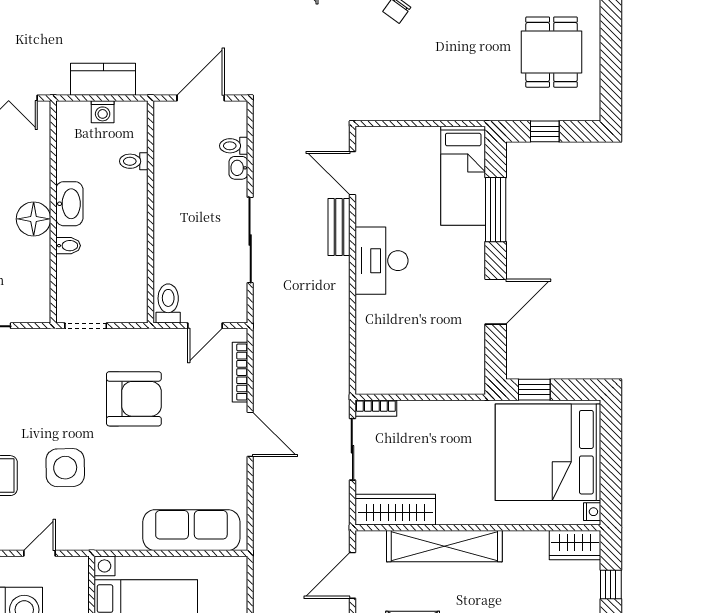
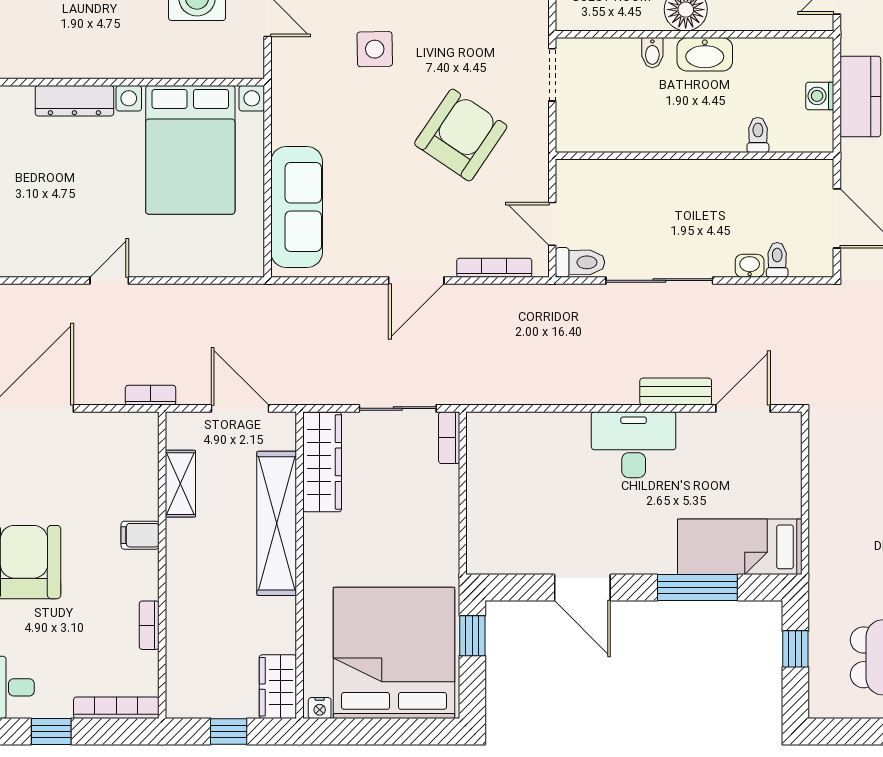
toilet: (168, 303) -> (580, 262), moved
armchair: (134, 399) -> (461, 135), turned -146
side table: (65, 468) -> (375, 49), width x0.73, depth x0.73

